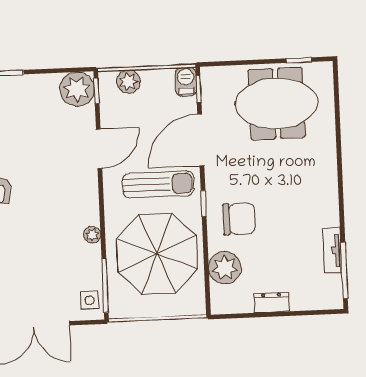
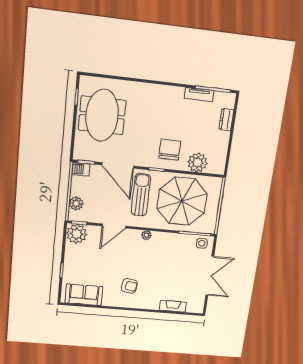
door: (99, 149) -> (114, 226), swing flipped
plant: (92, 235) -> (146, 235), moved
dresser: (271, 302) -> (226, 120), moved

